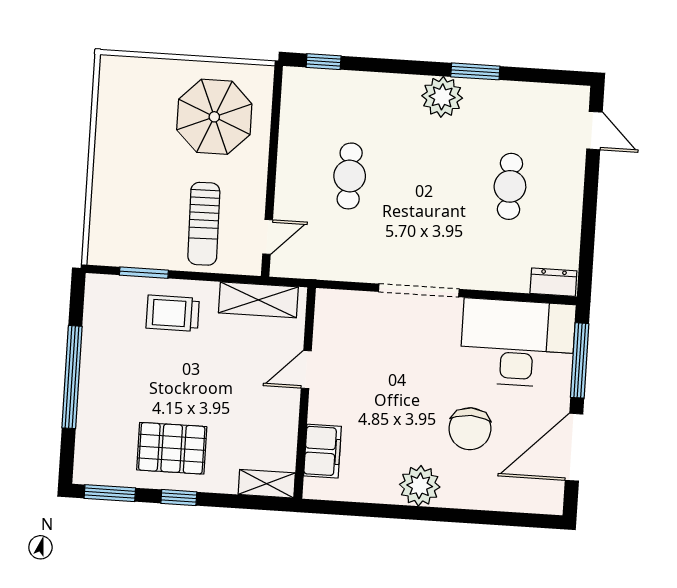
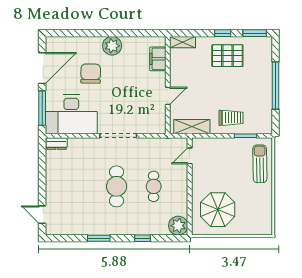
window: (324, 62) -> (142, 238), moved
plant: (442, 97) -> (178, 226), moved
cafe table: (510, 186) -> (117, 186), moved, width x1.37, depth x1.35
sun lounger: (204, 224) -> (260, 164), moved

